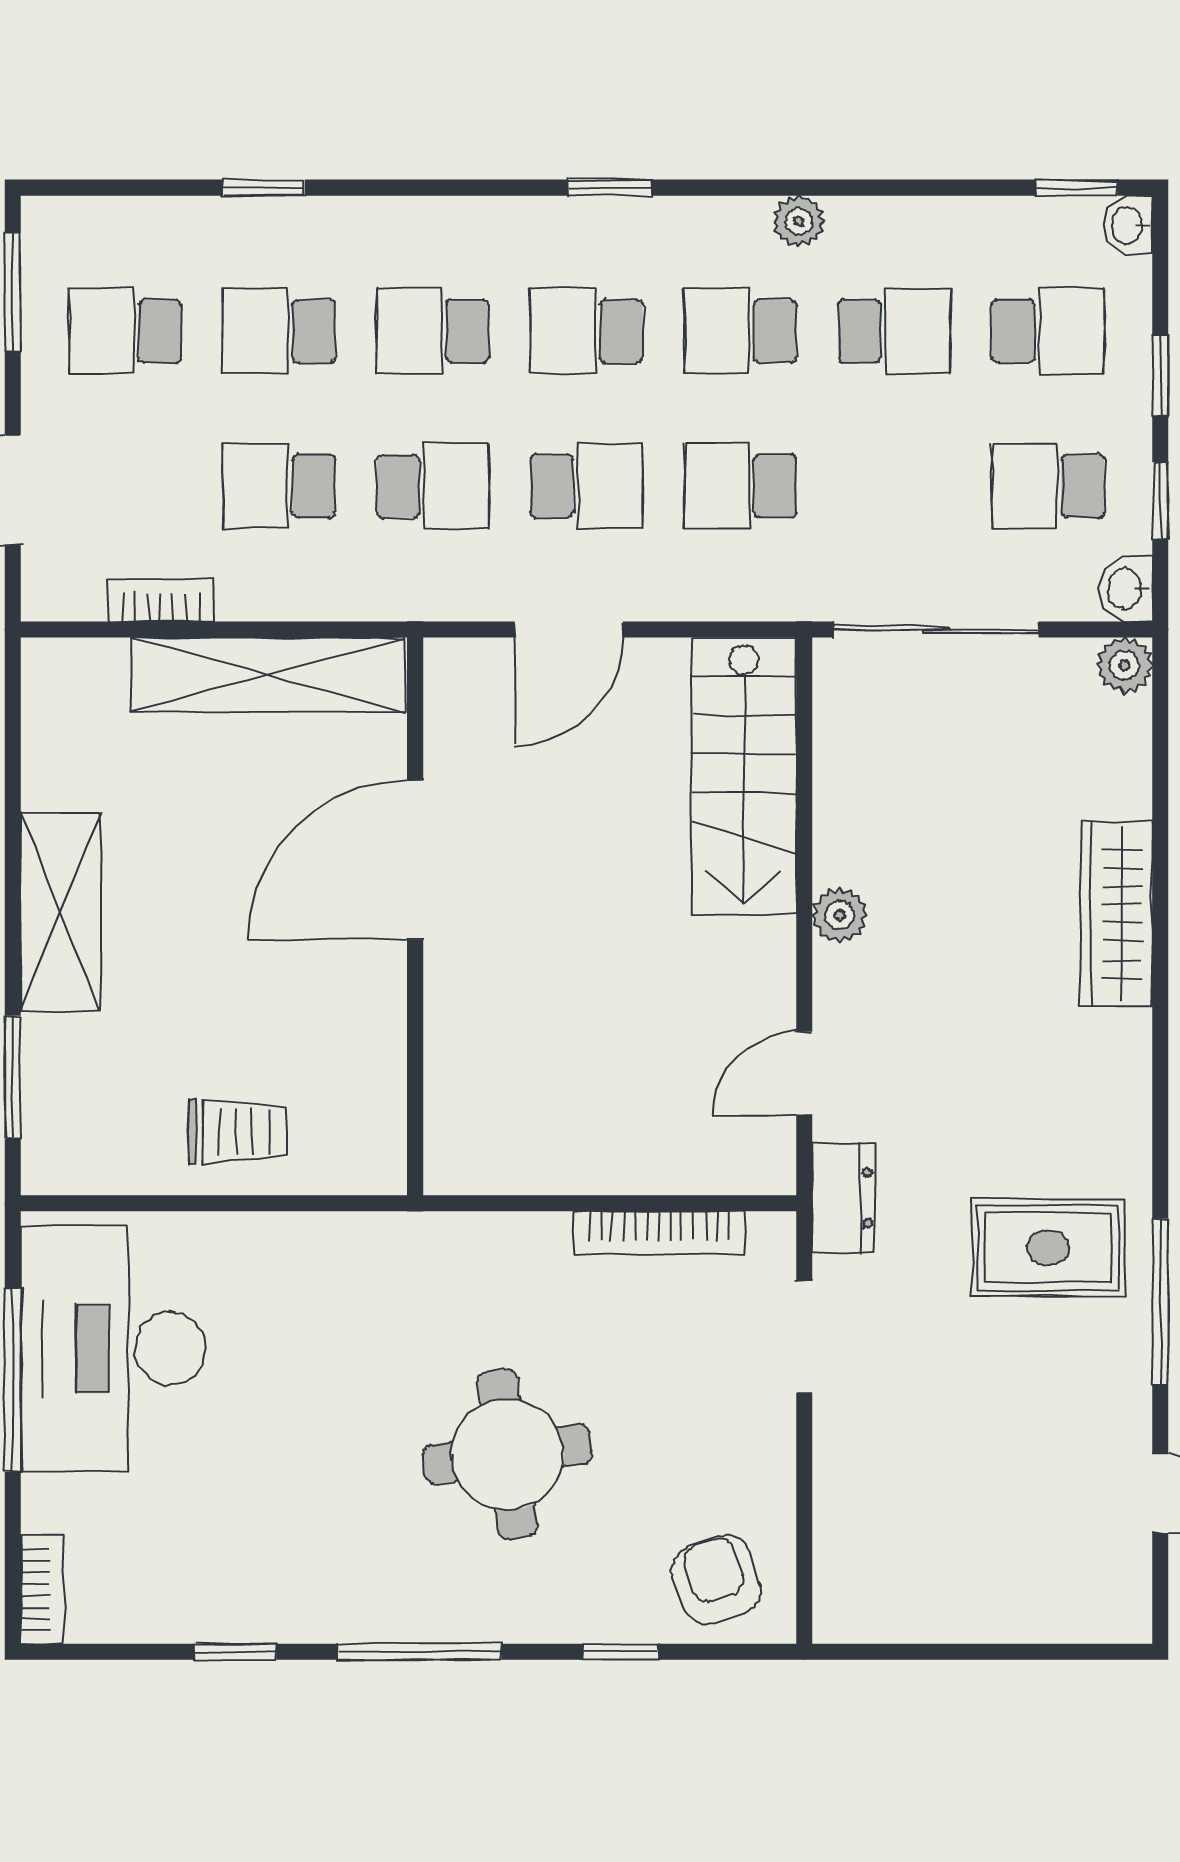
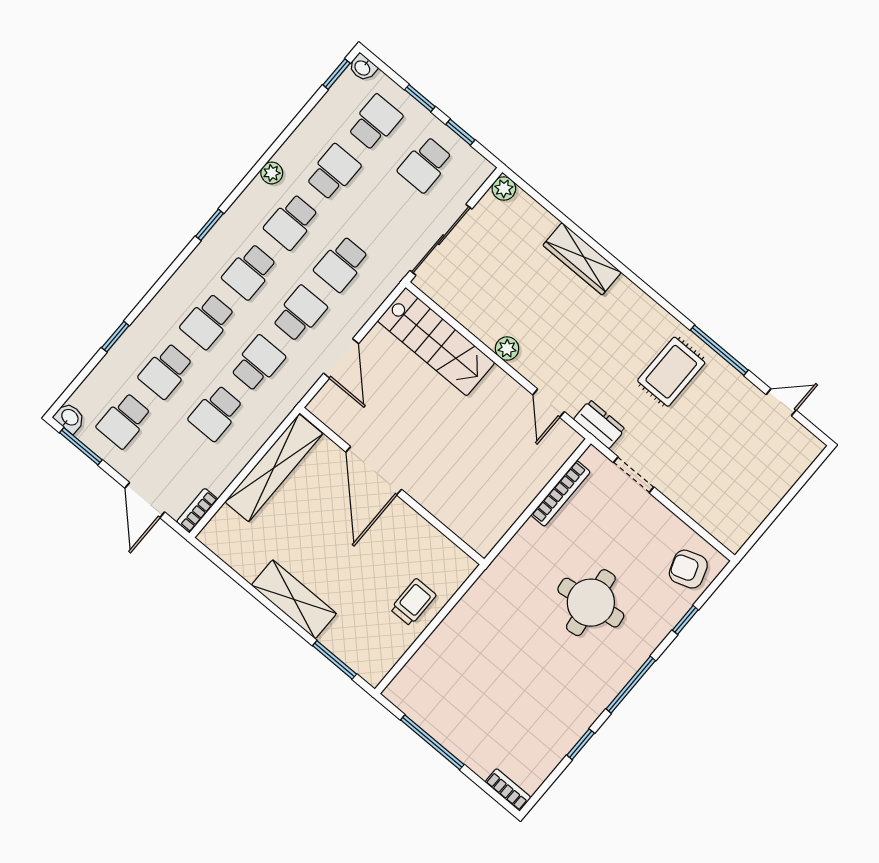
washbasin: (1126, 589) -> (69, 418), moved, turned 180
bookcase: (161, 601) -> (197, 510), moved
desk: (113, 1349) -> (449, 701), removed

